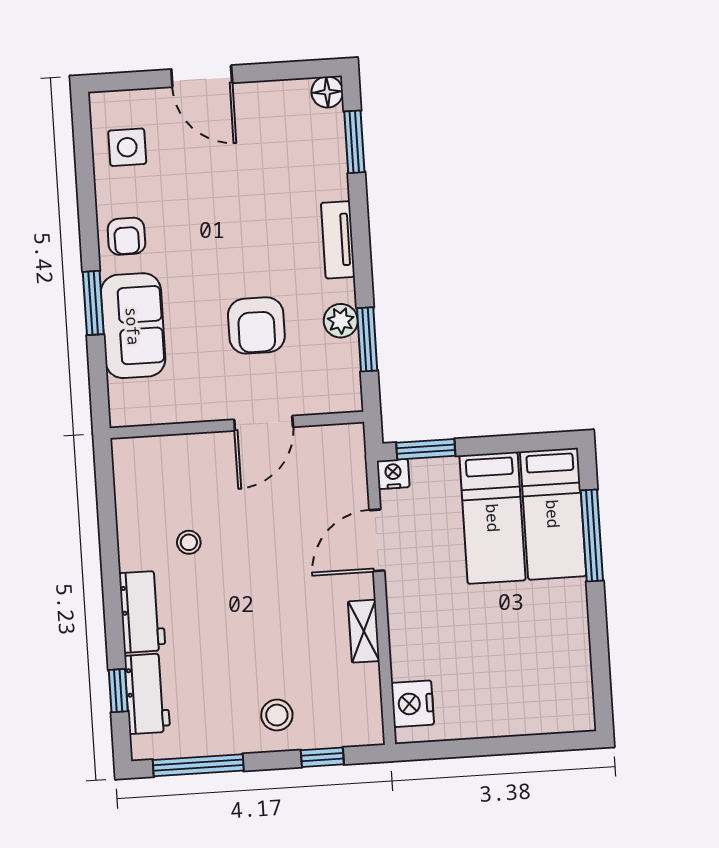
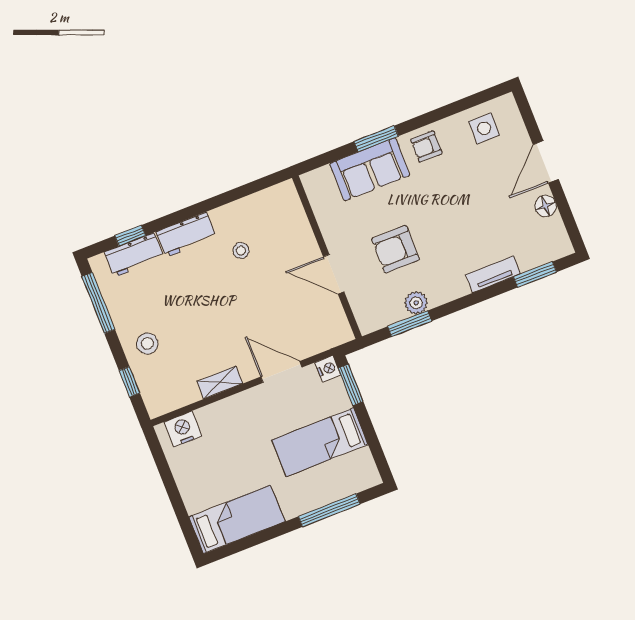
floor lamp: (327, 92) -> (546, 206), moved
tv unit: (338, 240) -> (493, 274), moved
bed: (553, 514) -> (237, 519), moved, turned 180

